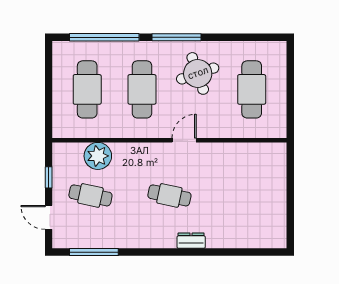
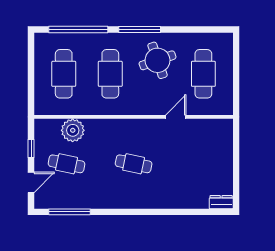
door: (184, 140) -> (176, 117), moved
door: (49, 217) -> (31, 182), swing flipped
dresser: (191, 241) -> (221, 202), moved

